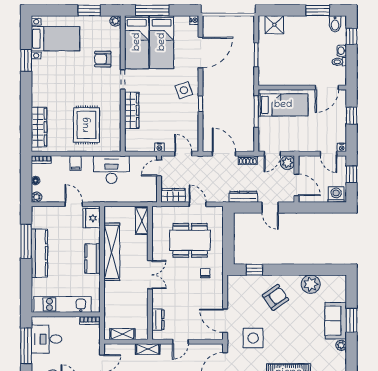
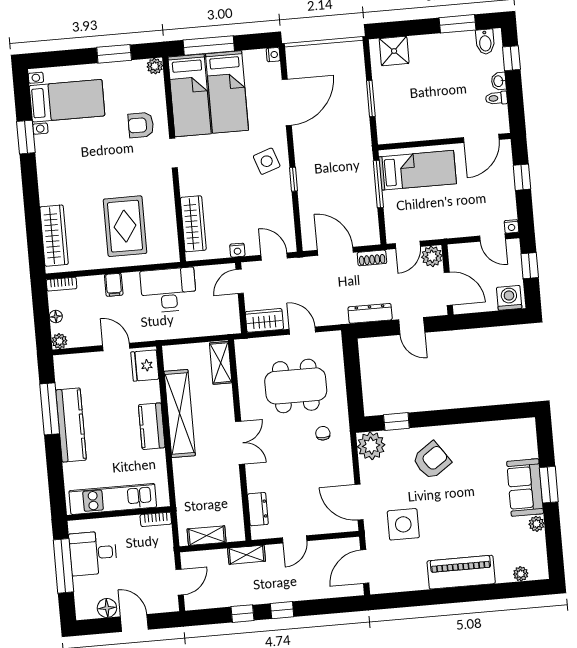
wardrobe: (132, 110) -> (193, 224), moved
plant: (311, 284) -> (371, 446), moved

